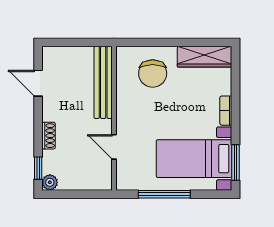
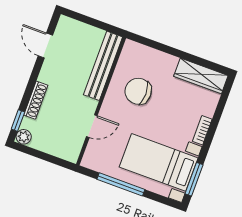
chair: (153, 74) -> (138, 91), moved, turned 90
shoe rack: (49, 136) -> (36, 100), width x1.43
door: (114, 147) -> (92, 126), swing flipped

